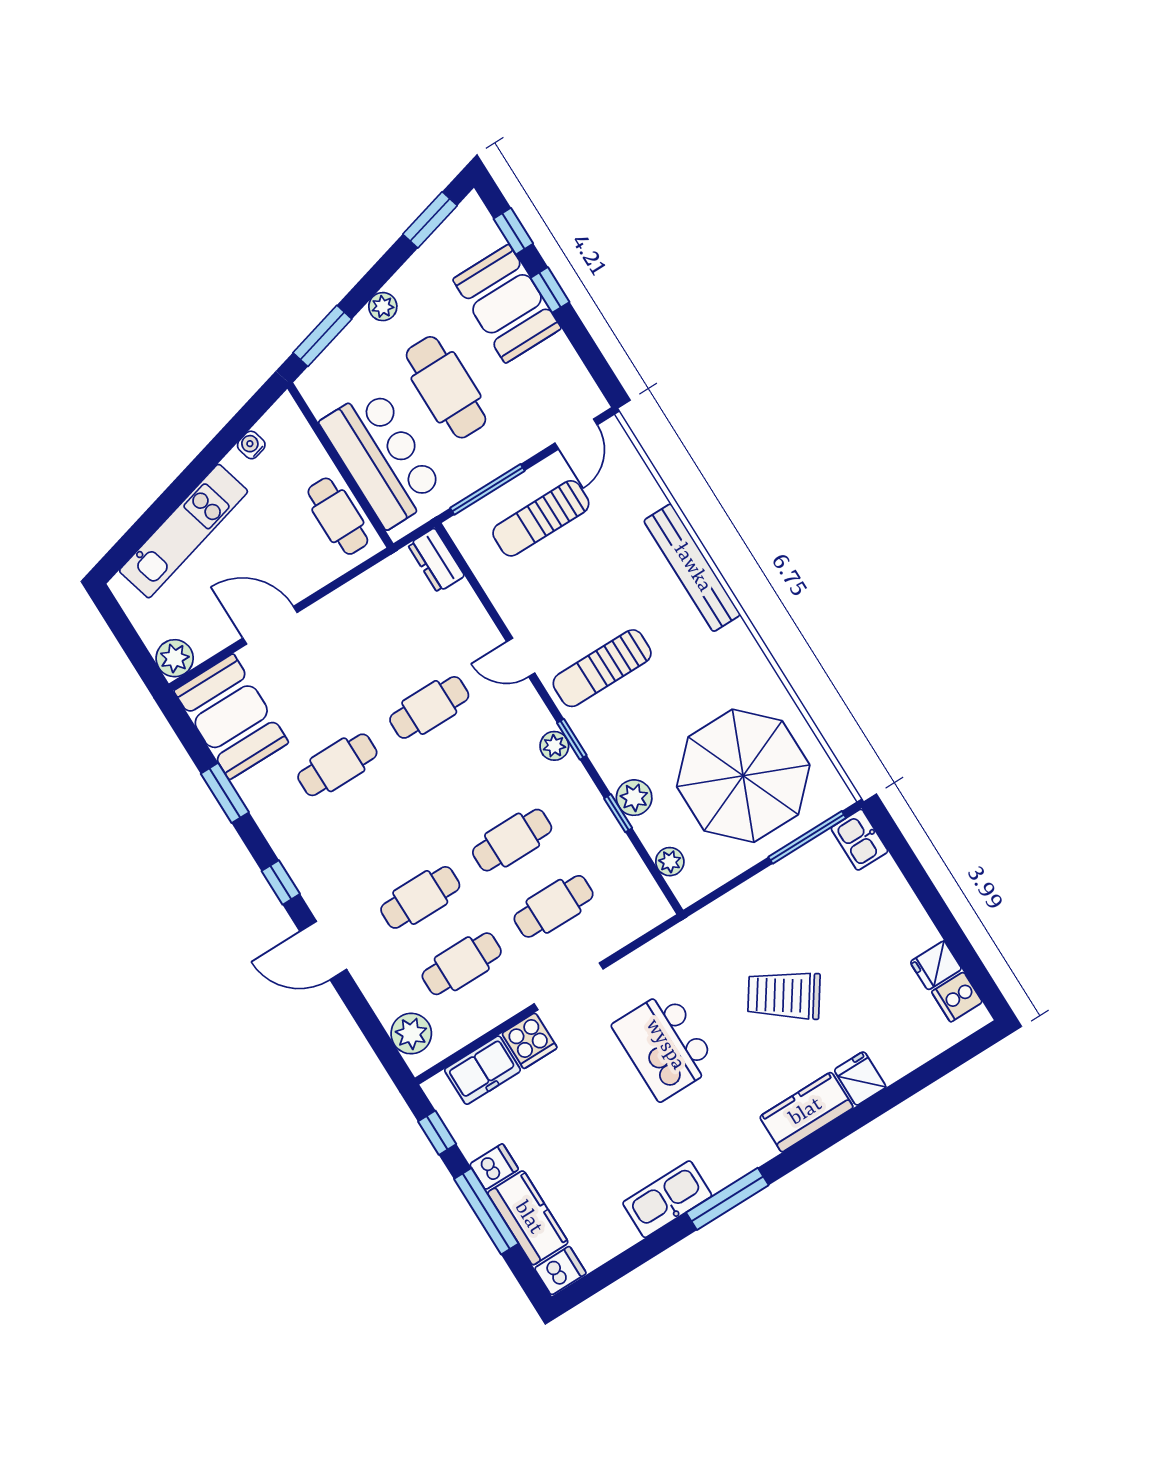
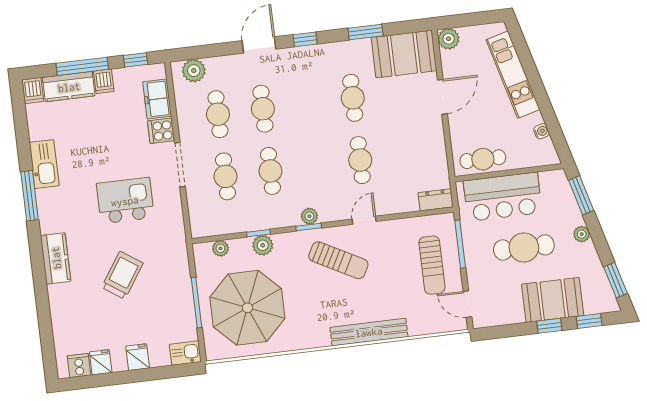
sun lounger: (541, 518) -> (432, 265), turned 180
sun lounger: (602, 668) -> (338, 260), turned 118
window: (807, 837) -> (197, 303), moved
fridge: (860, 1078) -> (138, 357), moved, turned -90

